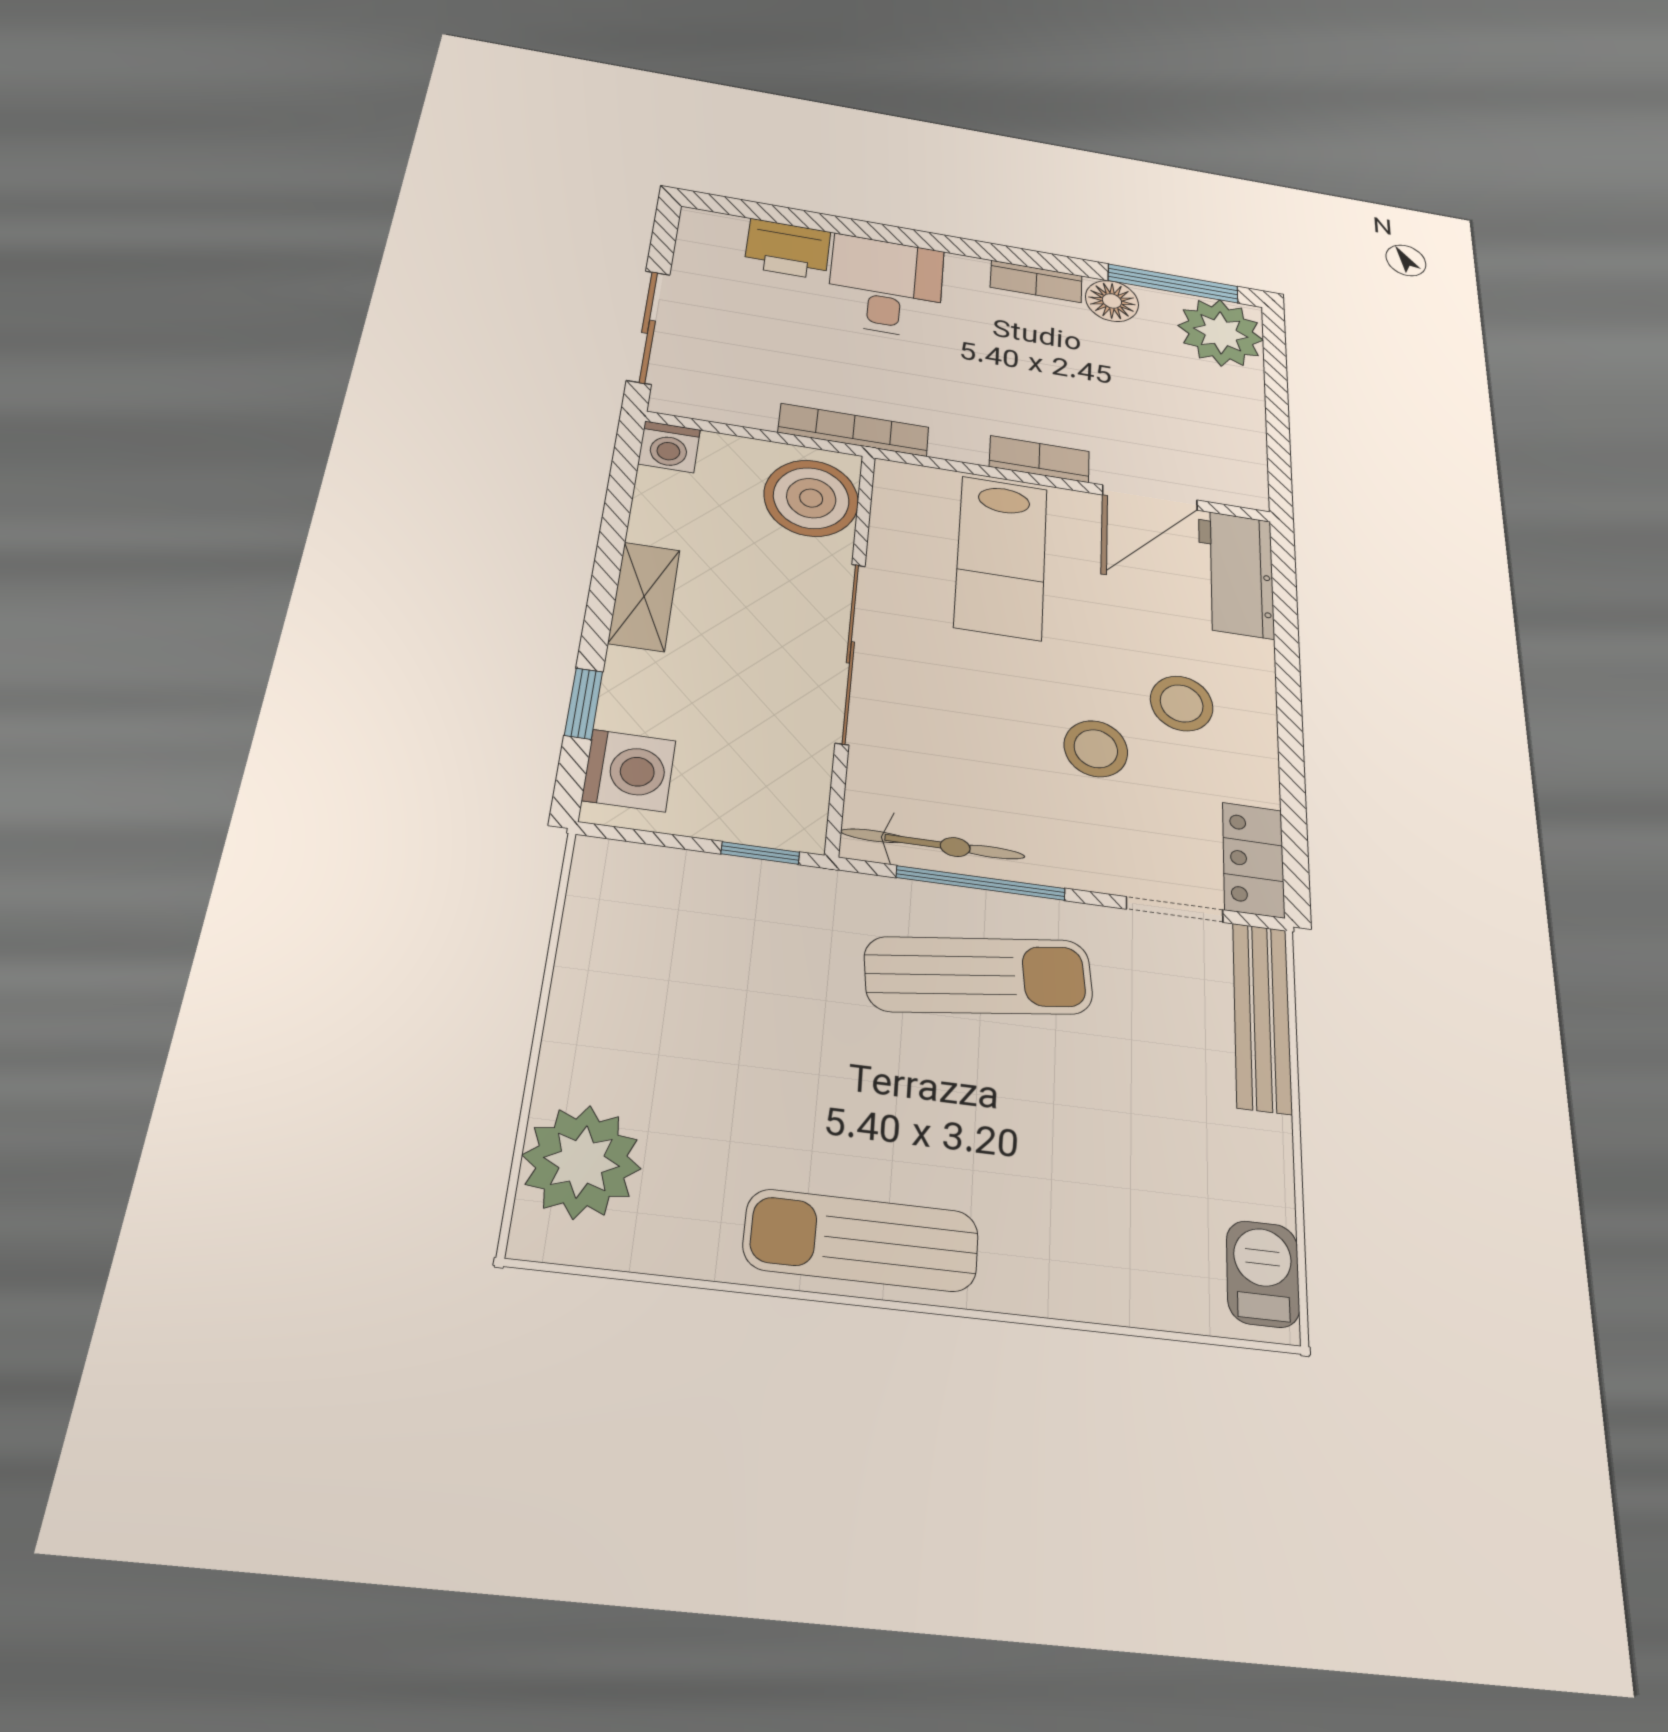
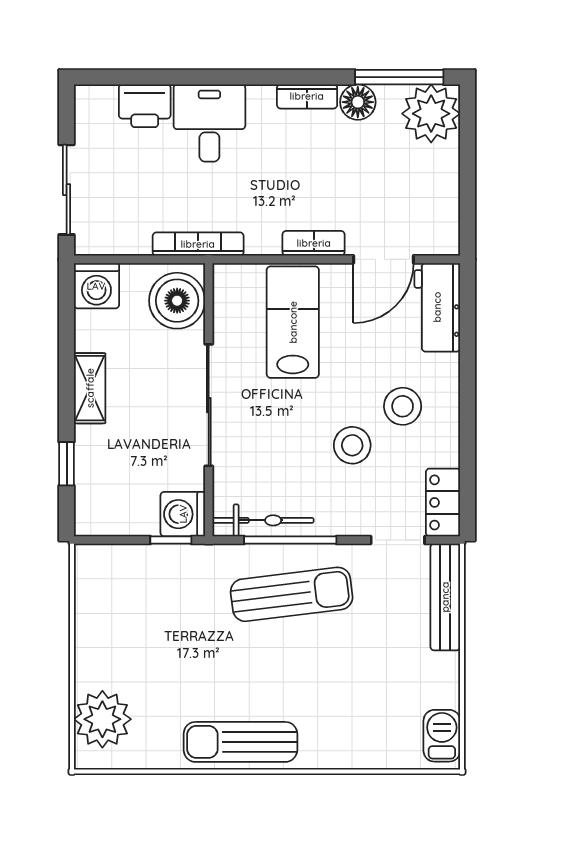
washing machine: (669, 447) -> (96, 286), width x1.38, depth x1.38
lab bench: (1001, 557) -> (293, 322), turned 180
washing machine: (629, 771) -> (183, 514), moved, turned 180

